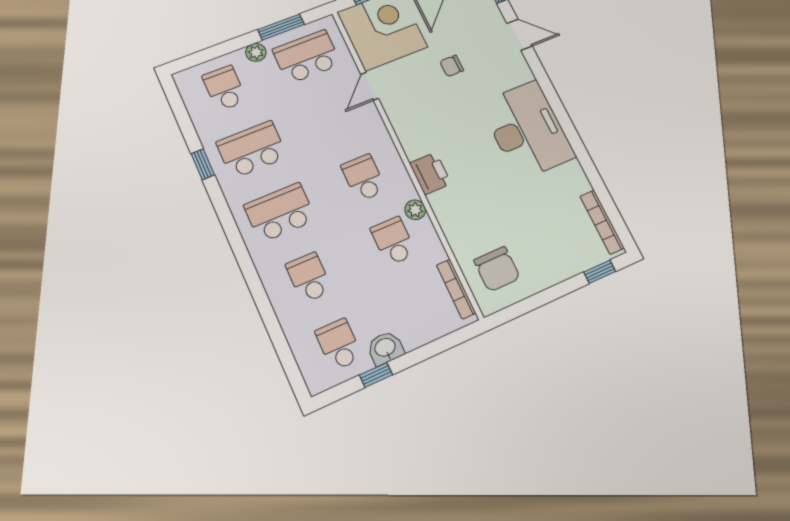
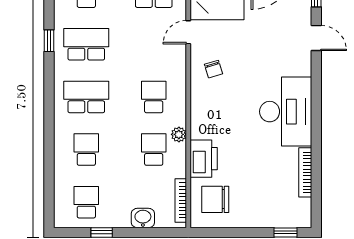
chair: (452, 66) -> (213, 69), moved, turned -107
printer: (430, 173) -> (204, 159), moved, width x1.37, depth x1.19
bookcase: (602, 222) -> (305, 172), moved
chair: (497, 269) -> (215, 199), turned 90
washbasin: (385, 348) -> (143, 218), moved

